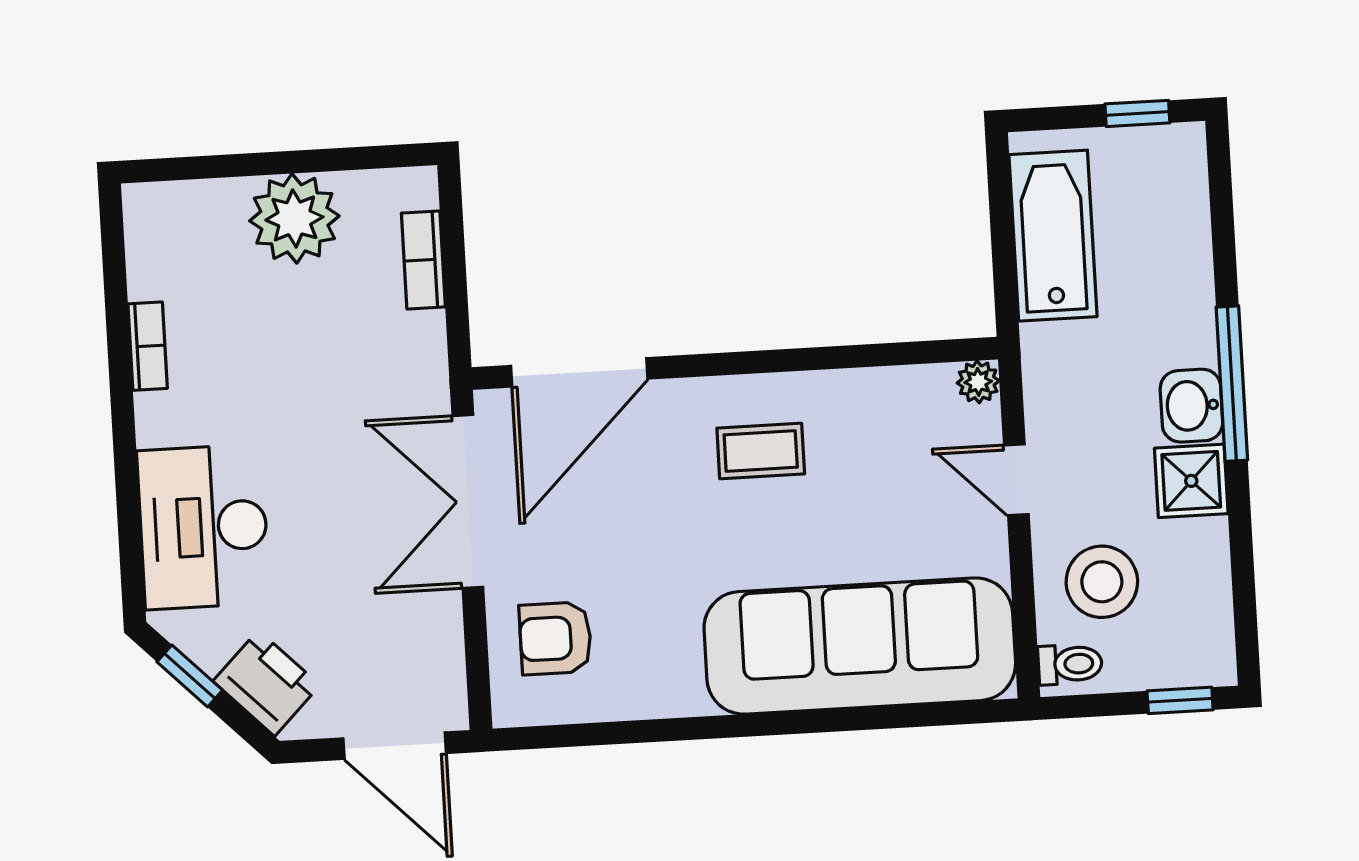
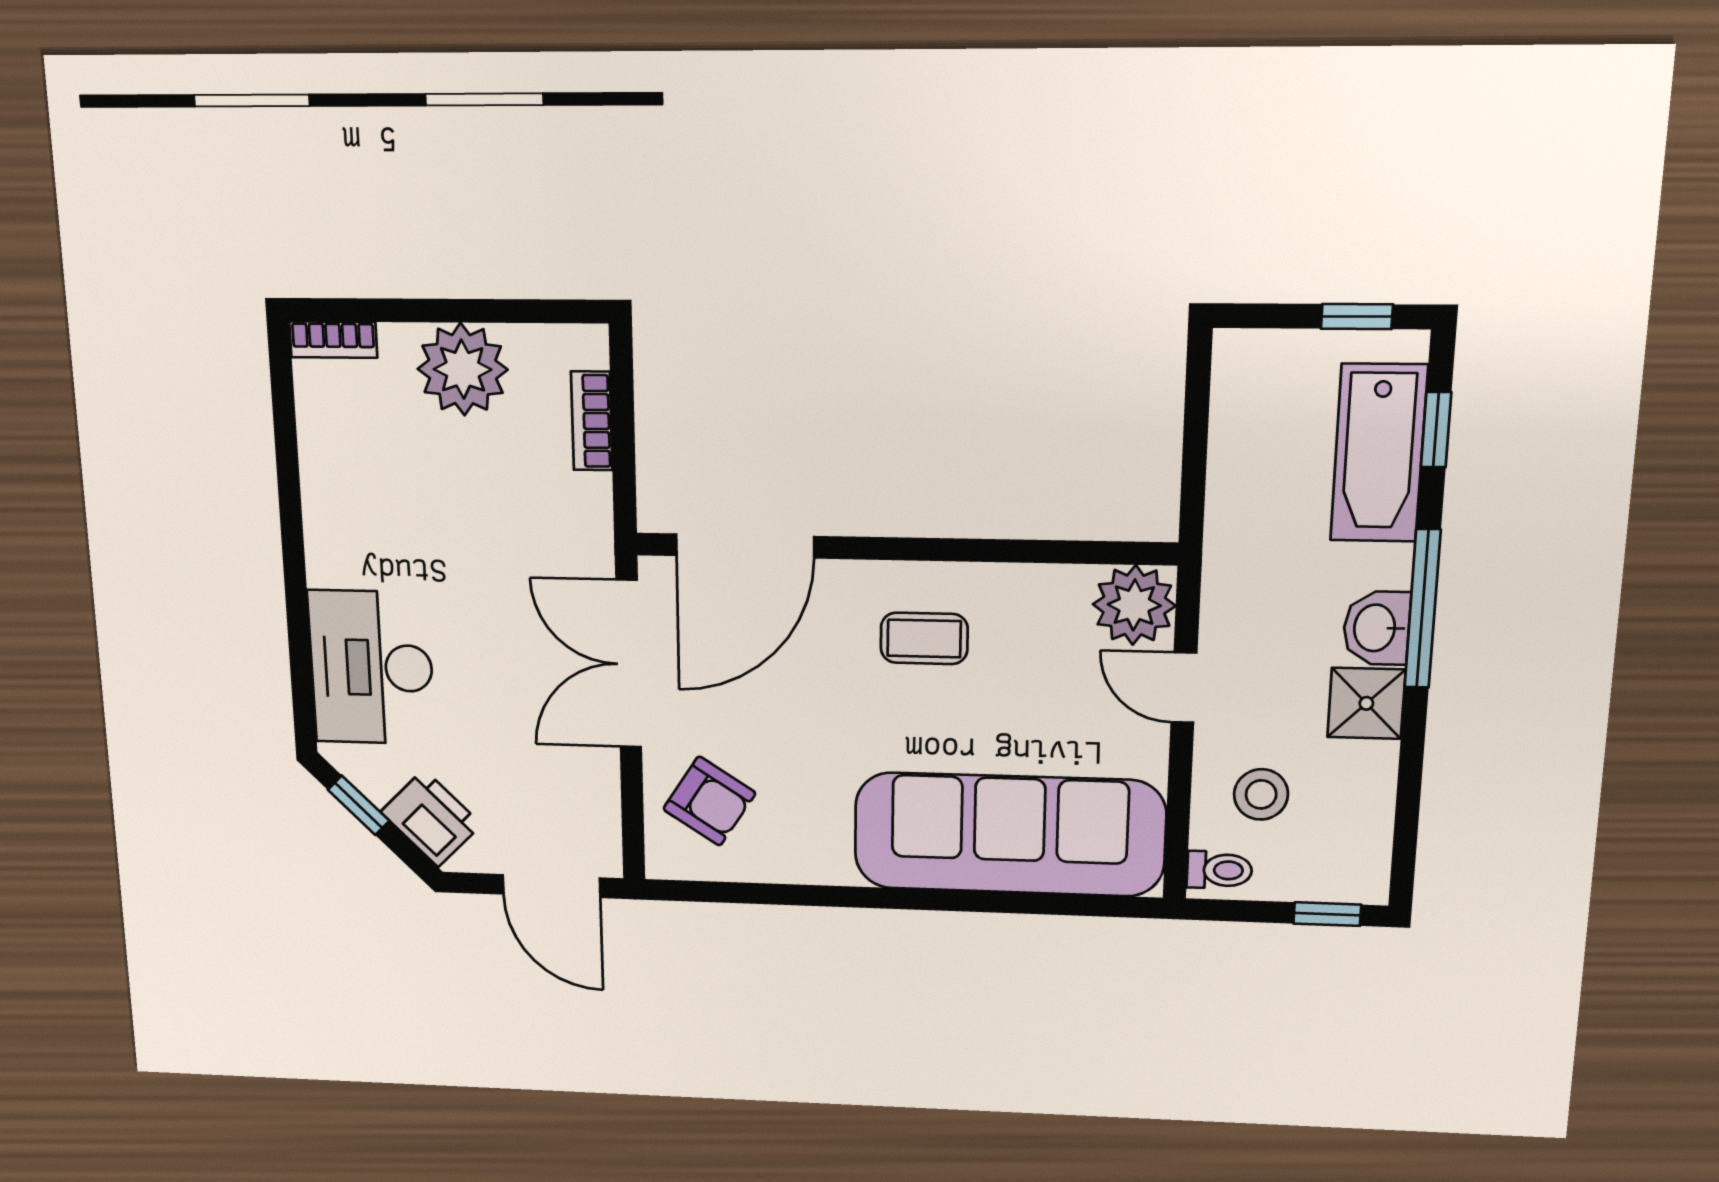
window: (1222, 213) -> (1436, 430), added
bathtub: (1053, 236) -> (1379, 453), moved, turned 180
bookcase: (148, 346) -> (333, 340), moved, turned 90
plant: (978, 382) -> (1134, 605), width x1.87, depth x1.87
stool: (1102, 582) -> (1261, 794), width x0.73, depth x0.73
armchair: (555, 638) -> (709, 801), turned -147

